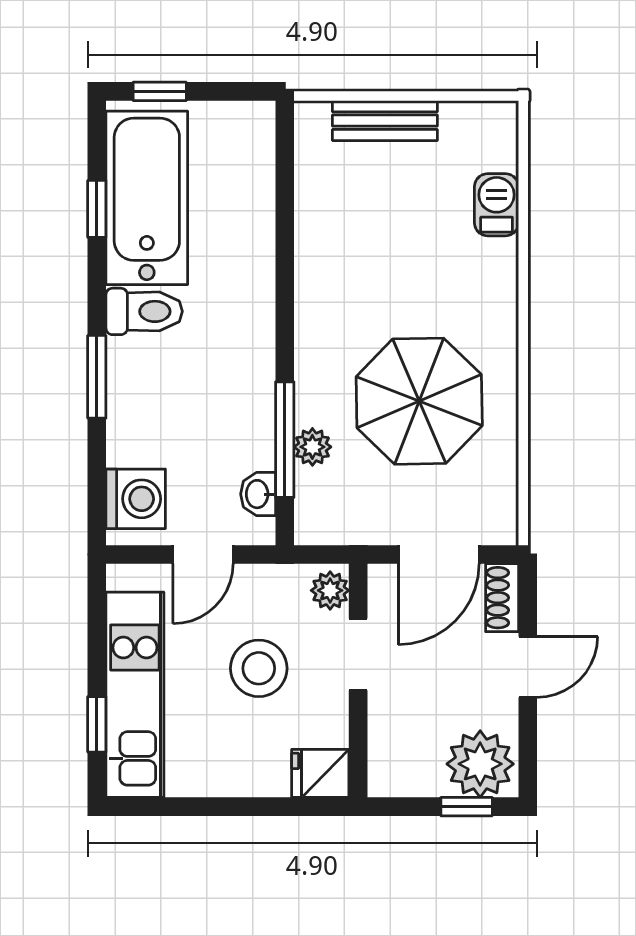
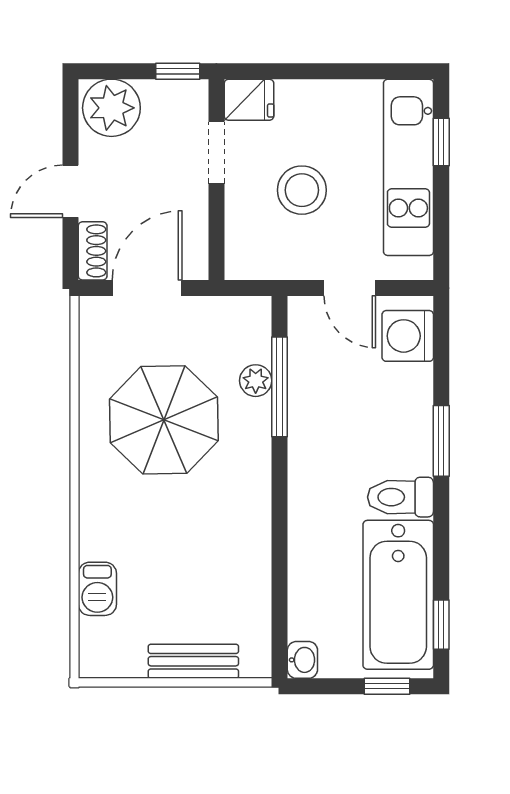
window: (97, 209) -> (441, 625), moved
washbasin: (258, 494) -> (302, 660), moved
door: (203, 554) -> (350, 288), swing flipped
plant: (330, 590) -> (241, 257), removed
doorway: (358, 654) -> (216, 153), moved
window: (467, 807) -> (178, 71), moved

